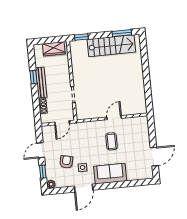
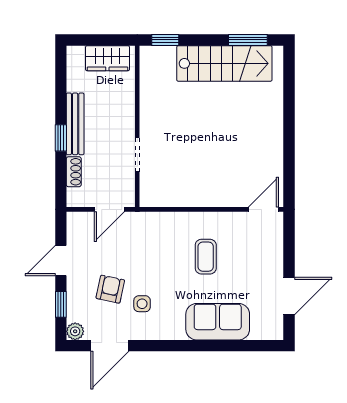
window: (34, 77) -> (61, 138), moved
door: (114, 118) -> (263, 209), moved
sofa: (110, 174) -> (218, 322), moved
door: (84, 188) -> (110, 346), moved

